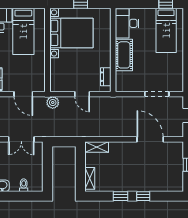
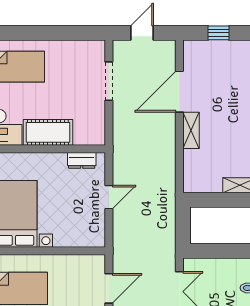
plant: (53, 103) -> (122, 243), removed
shelving: (97, 147) -> (191, 130), moved

